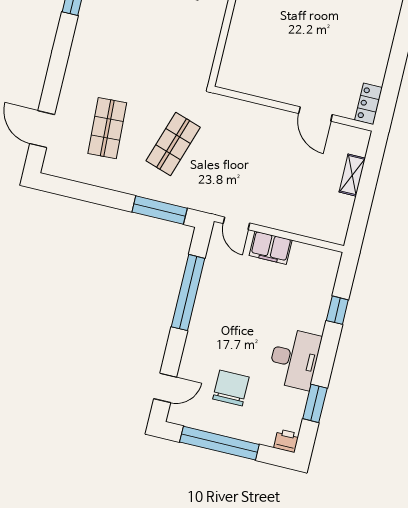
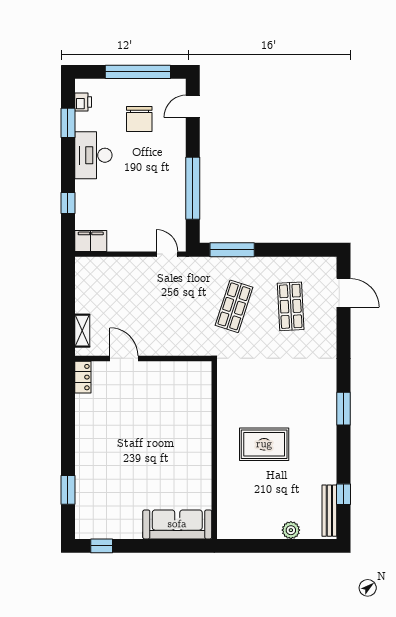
shelving: (352, 175) -> (82, 331), moved
filing cabinet: (271, 248) -> (91, 241), moved
printer: (286, 441) -> (83, 102), moved, turned -90

